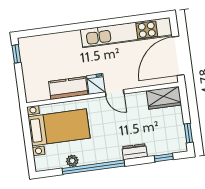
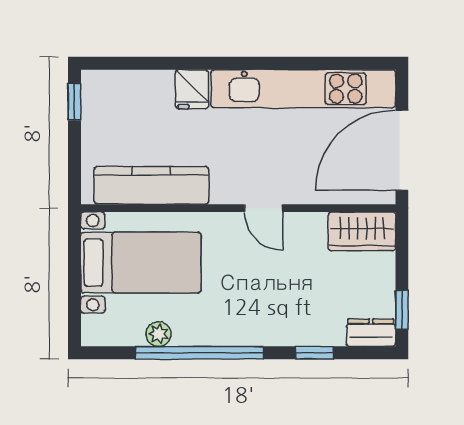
fridge: (96, 84) -> (192, 89), moved, turned 180
kitchen counter: (68, 88) -> (151, 185), width x1.50
dresser: (135, 152) -> (371, 333), moved
window: (164, 158) -> (315, 353), moved

